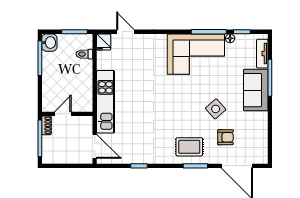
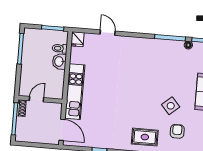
door: (125, 32) -> (108, 33), moved
washbasin: (49, 43) -> (59, 62), moved, turned 180
corner sofa: (196, 54) -> (157, 56), removed
armchair: (225, 137) -> (177, 131), turned -90

